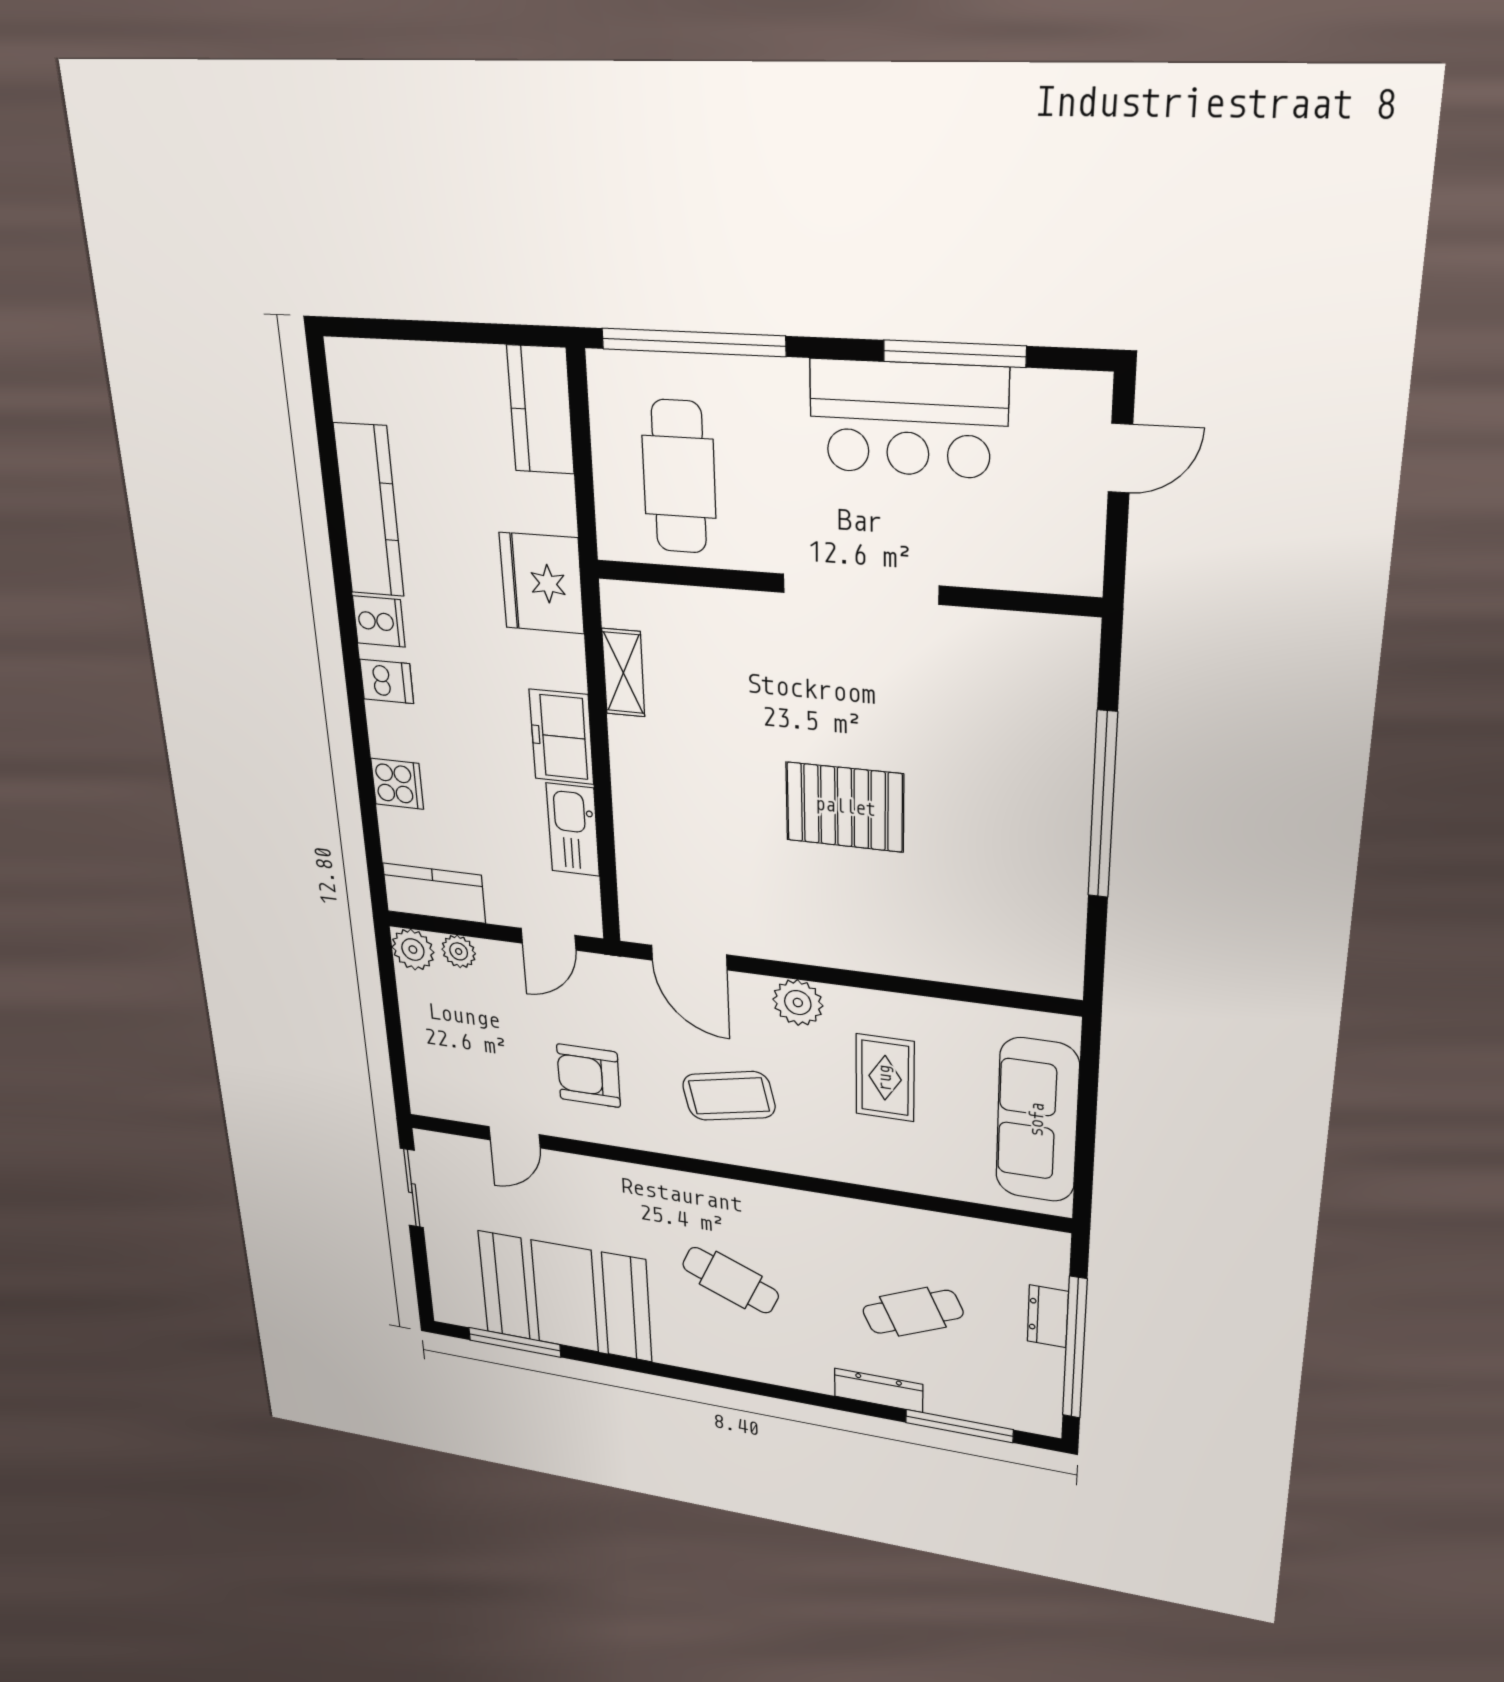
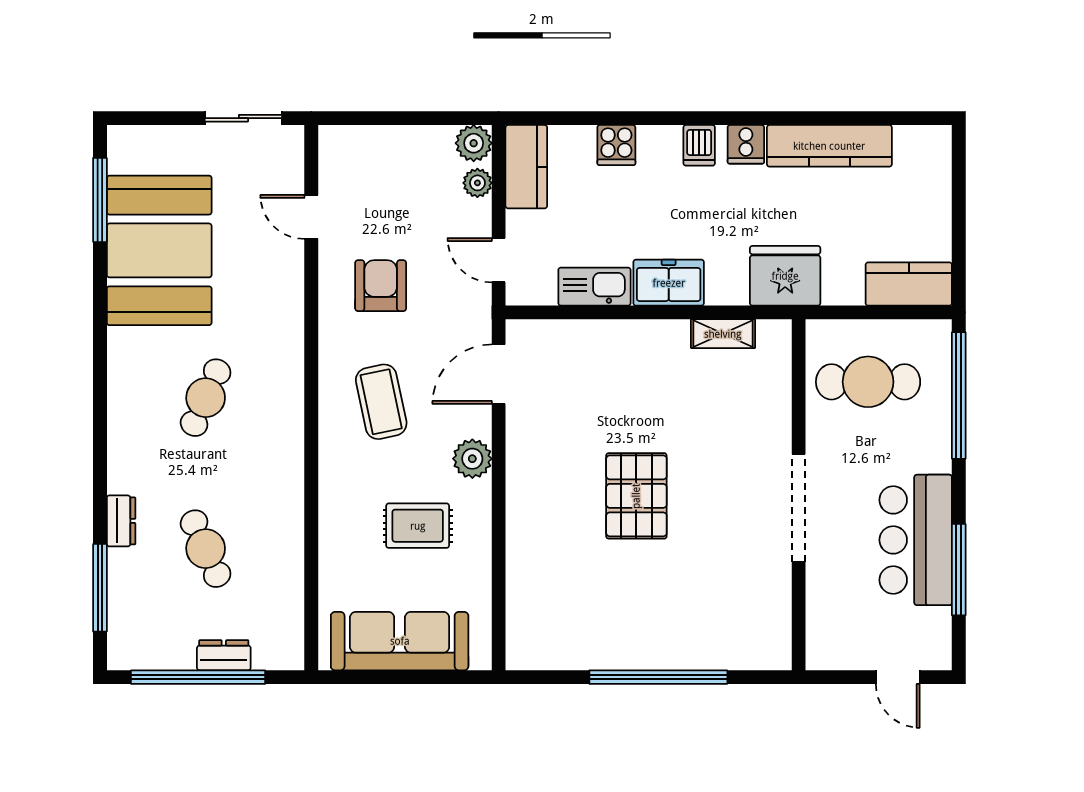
dresser: (878, 1390) -> (121, 521), width x0.70

